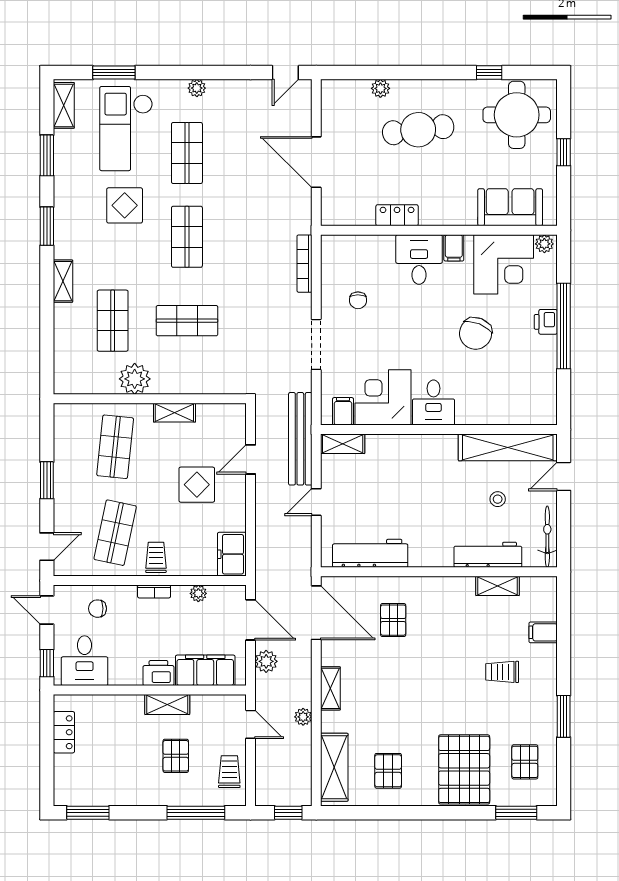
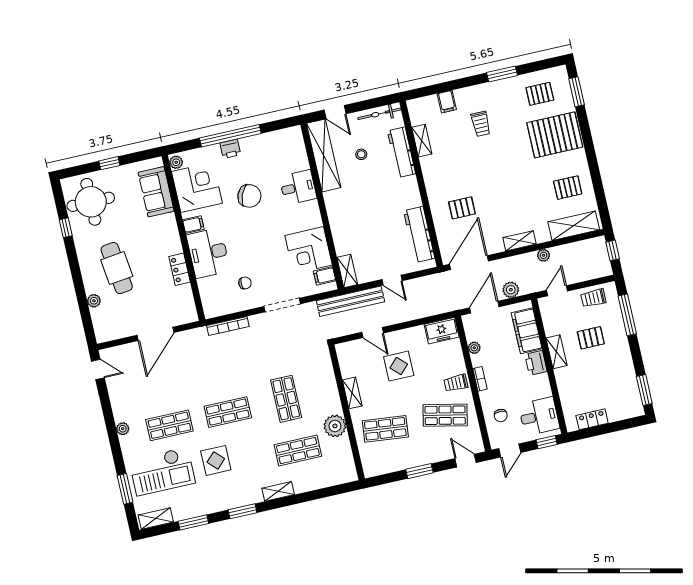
desk: (419, 260) -> (208, 253), width x1.37
desk: (434, 403) -> (298, 187), moved

